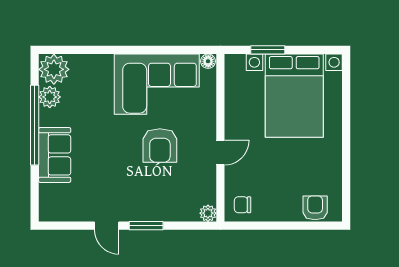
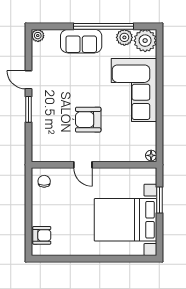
corner sofa: (157, 84) -> (134, 90), moved
plant: (208, 213) -> (38, 36), moved
door: (107, 226) -> (28, 80), hinge flipped

